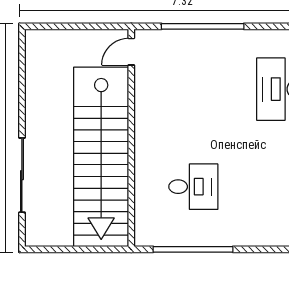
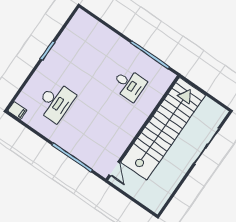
door: (131, 52) -> (114, 169), hinge flipped
desk: (193, 187) -> (129, 84), turned 180

